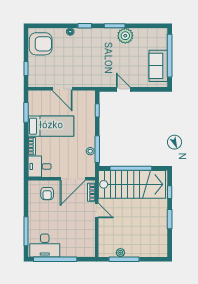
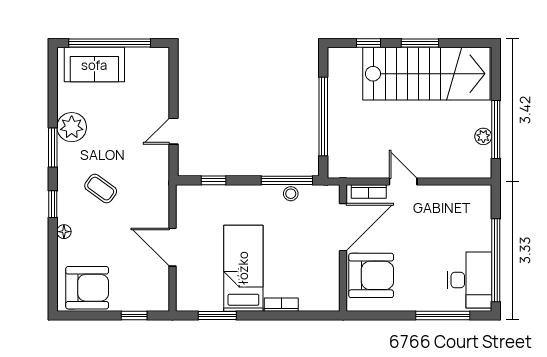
armchair: (41, 44) -> (87, 288), turned 90
coffee table: (93, 51) -> (101, 189), added
sofa: (158, 66) -> (94, 65), moved
door: (62, 89) -> (172, 247), swing flipped
desk: (40, 166) -> (320, 290), removed
door: (73, 179) -> (343, 227), hinge flipped
stairs: (132, 184) -> (426, 74), moved, turned 90
armchair: (47, 194) -> (371, 275), width x1.88, depth x1.88
door: (97, 210) -> (403, 181), hinge flipped

